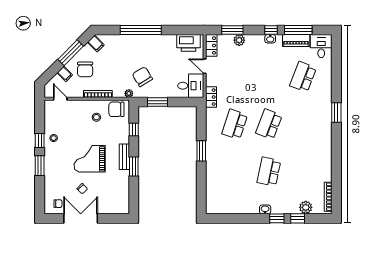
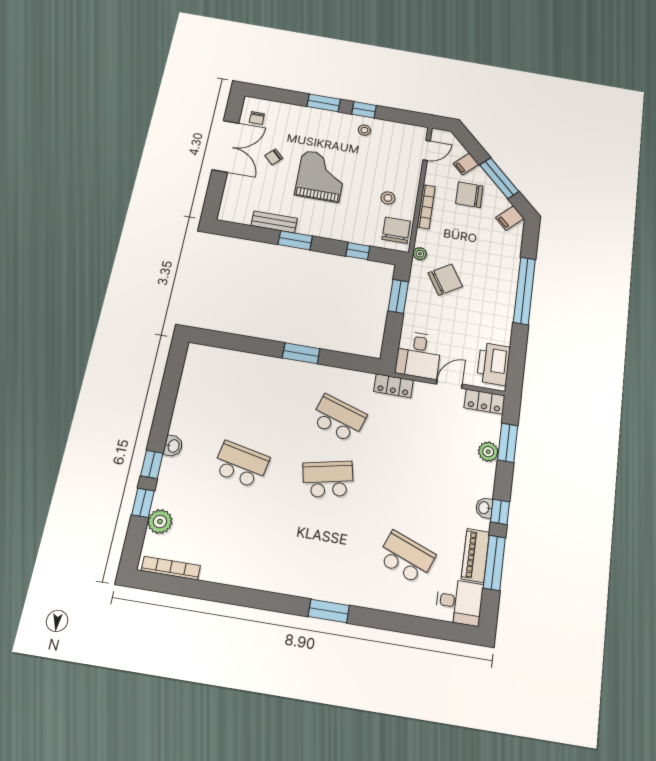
school desk: (269, 124) -> (328, 479), turned -33
bench: (124, 157) -> (274, 222), moved

